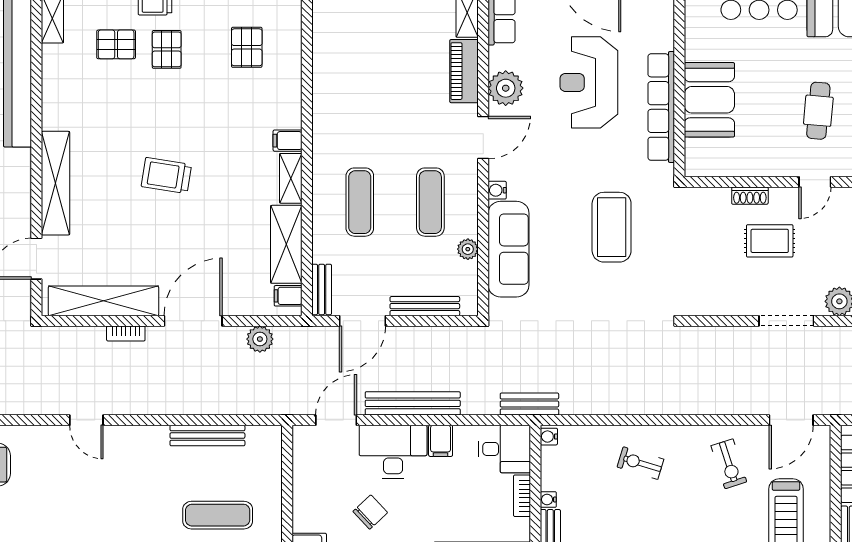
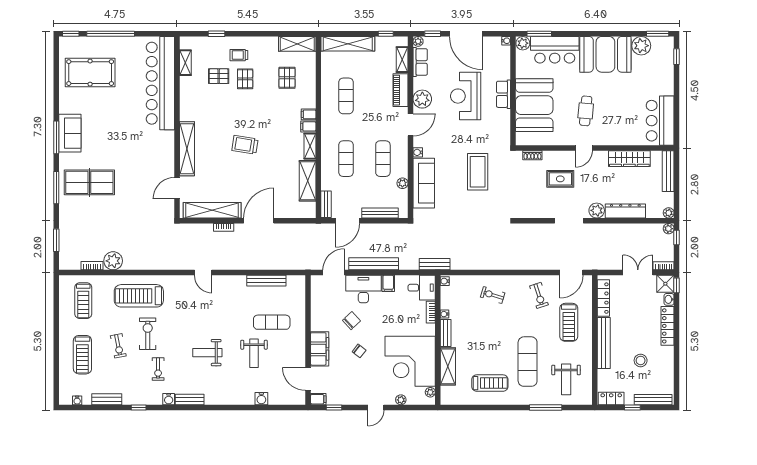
exercise mat: (360, 82) -> (346, 96), added
booth: (709, 100) -> (534, 105), width x1.36, depth x1.42
row of seats: (661, 107) -> (504, 94), width x0.50
shoe rack: (750, 196) -> (532, 155), moved
filing cabinet: (288, 296) -> (309, 114), moved
plant: (260, 339) -> (294, 230), removed

